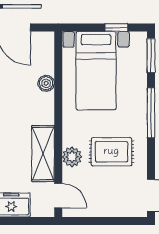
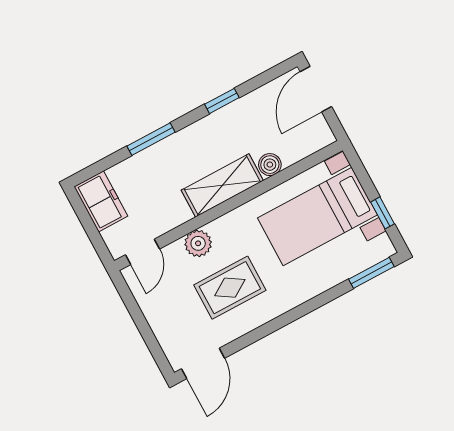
window: (151, 113) -> (302, 310), removed
rug: (111, 152) -> (230, 288), turned 90
shelving: (43, 153) -> (222, 185), moved

